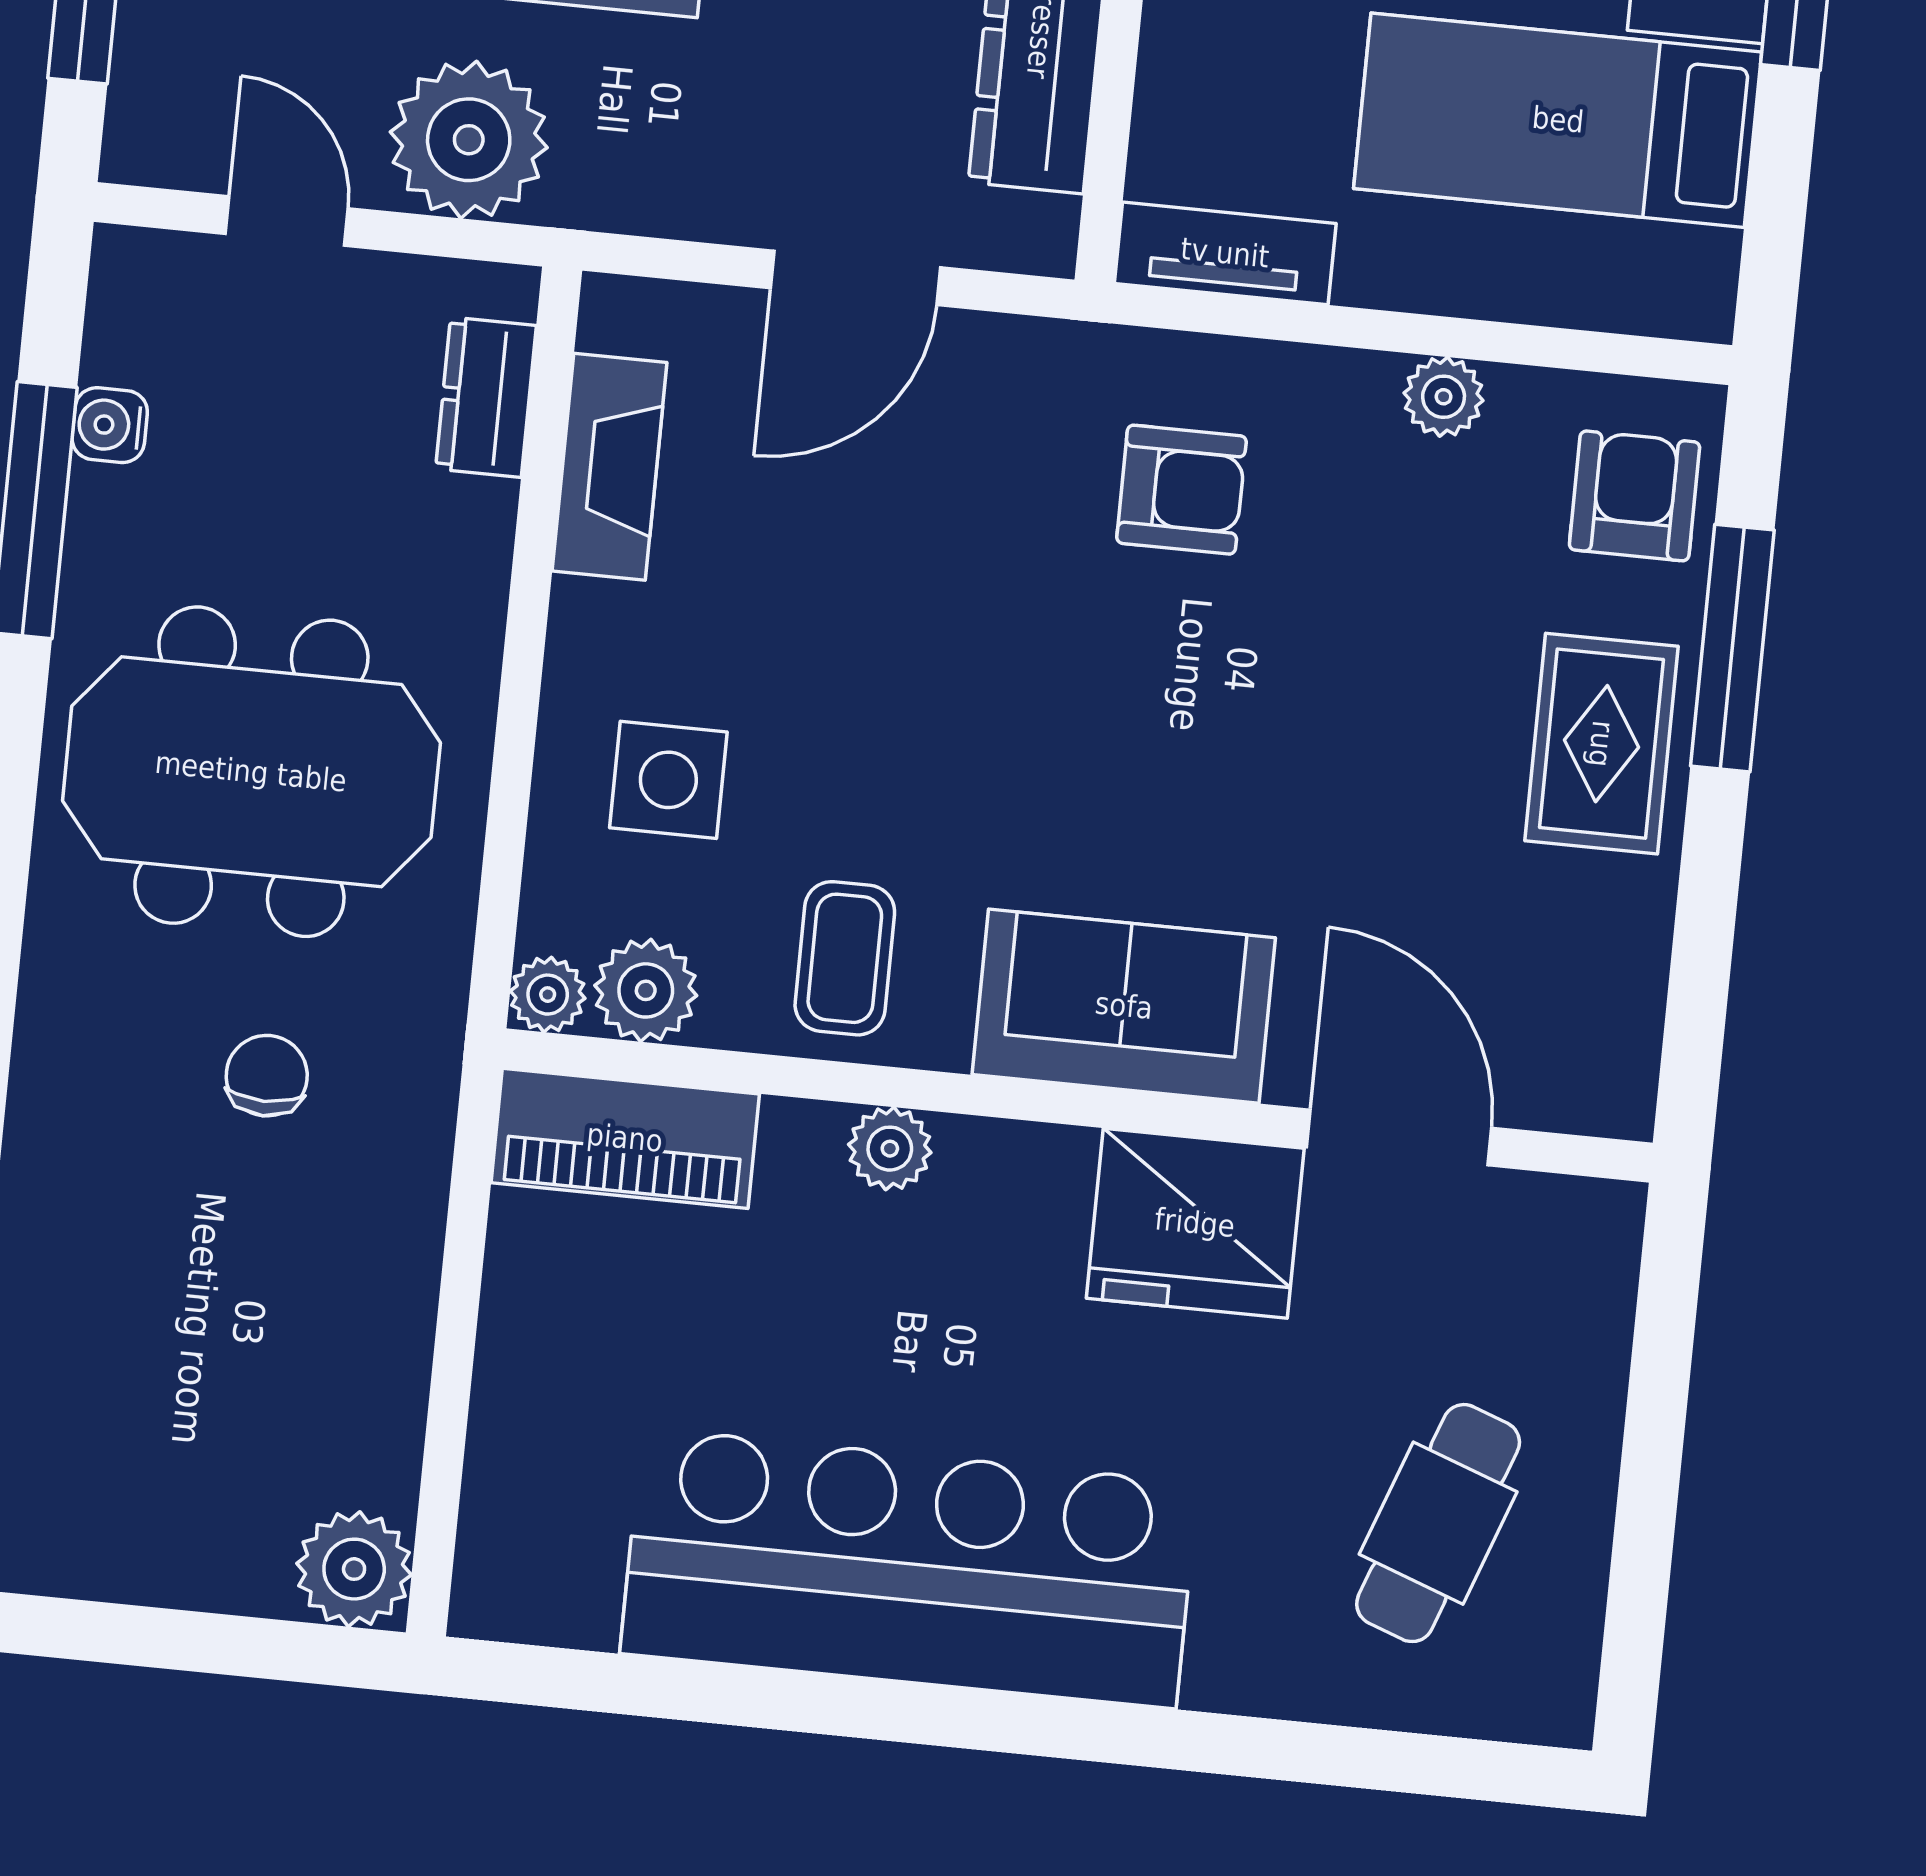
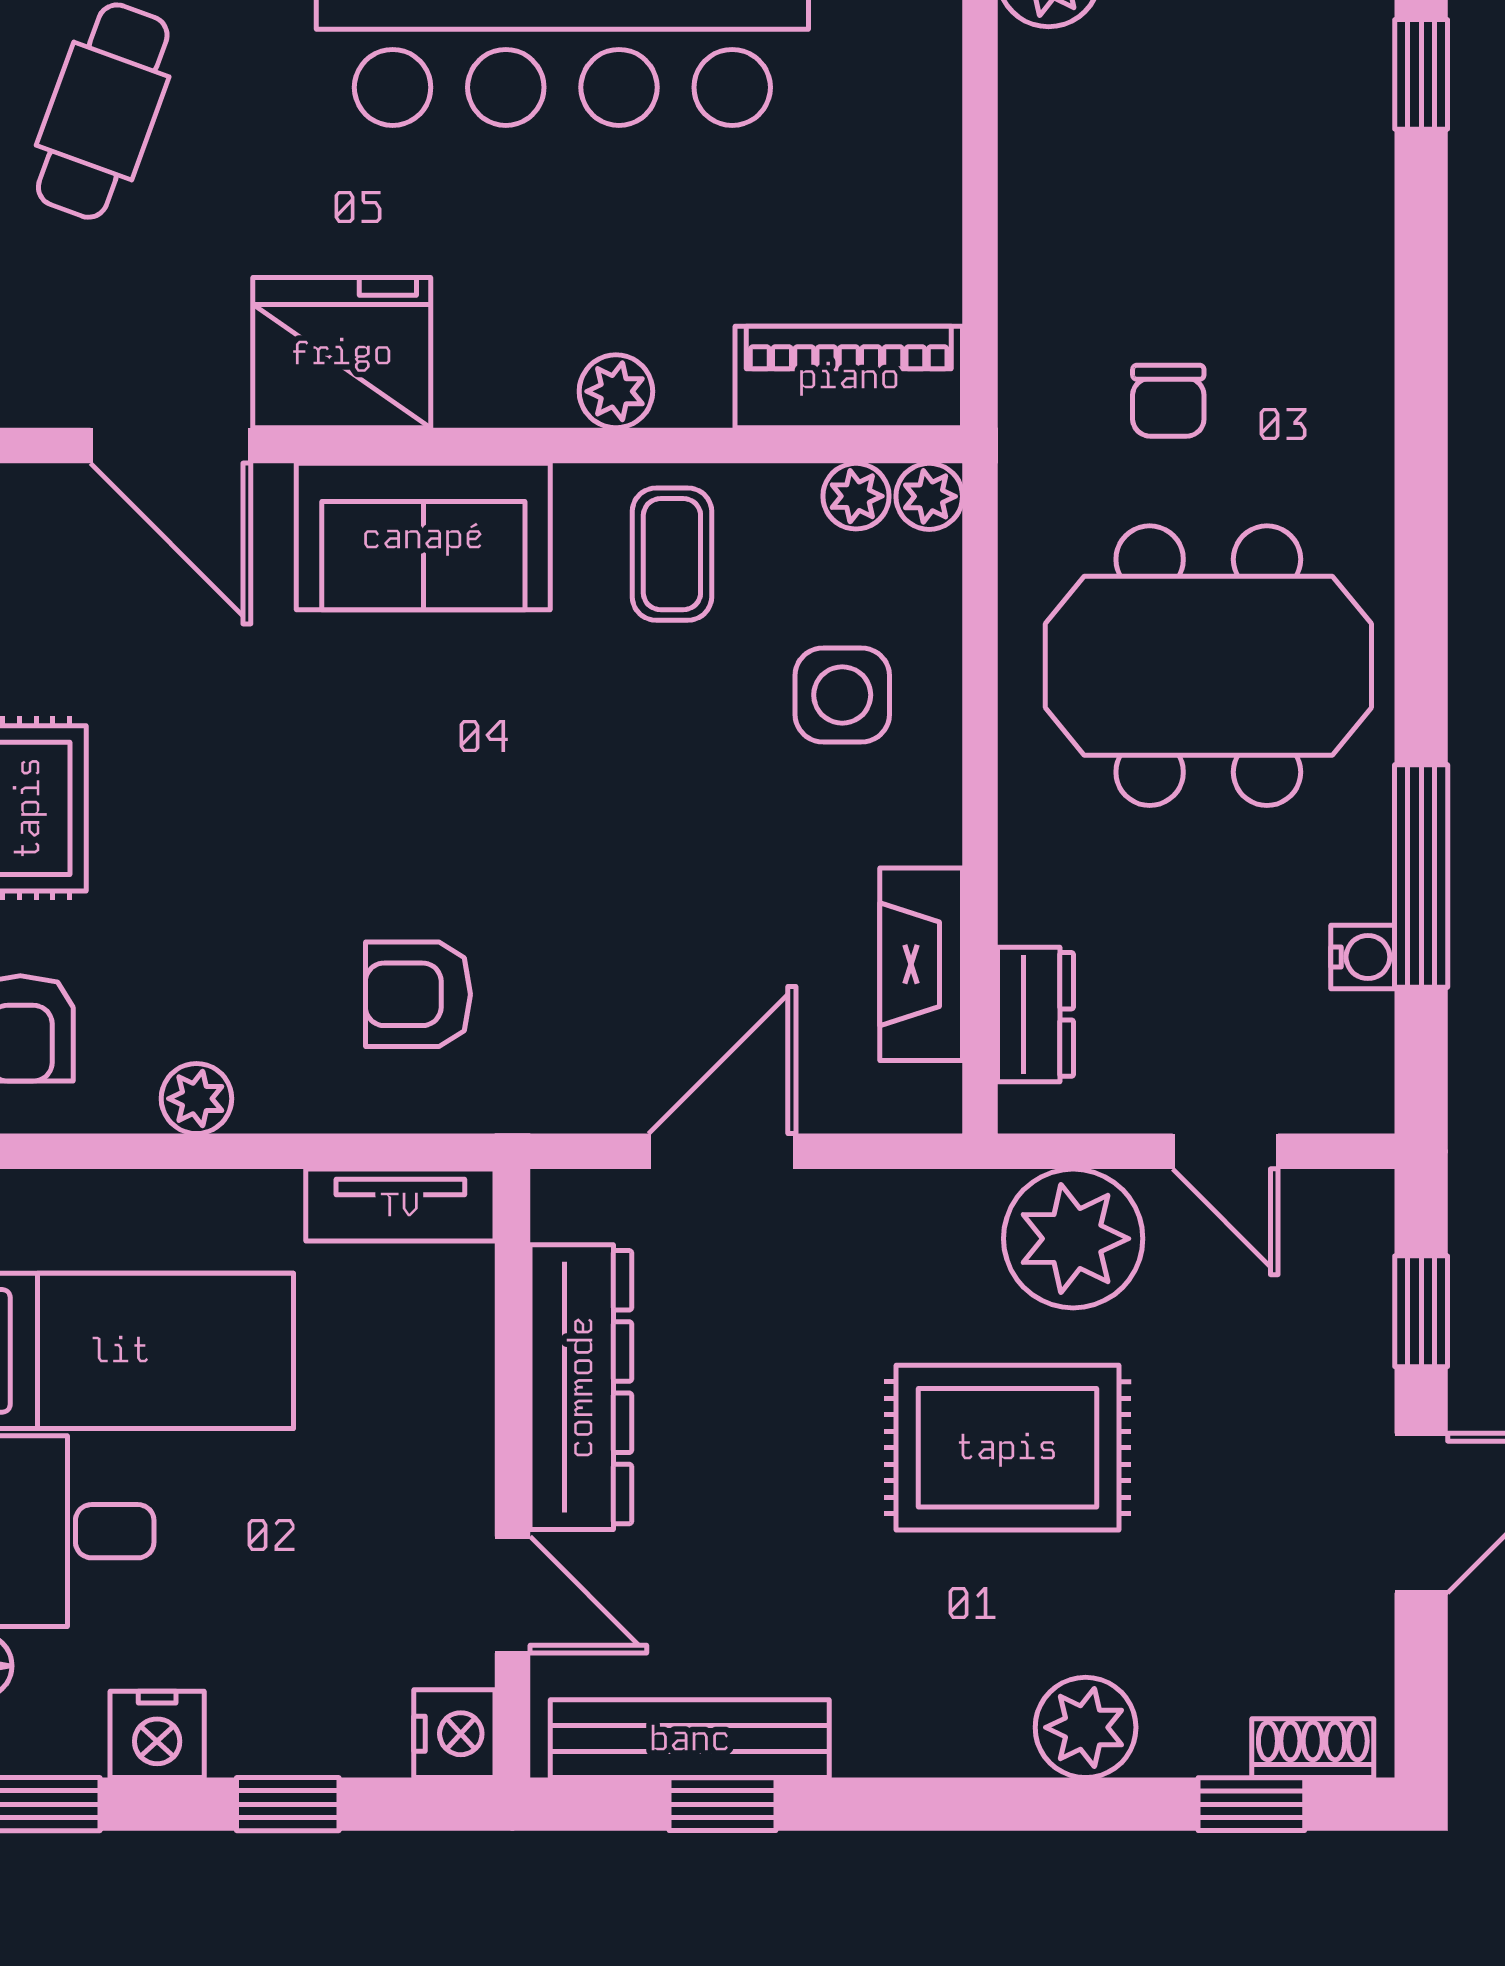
plant: (646, 990) -> (856, 496), width x0.73, depth x0.73

